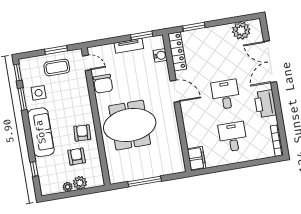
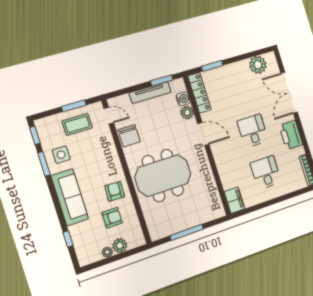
tv unit: (129, 46) -> (150, 92), width x1.41
plant: (162, 69) -> (187, 113), added
armchair: (77, 157) -> (112, 218), turned 90

